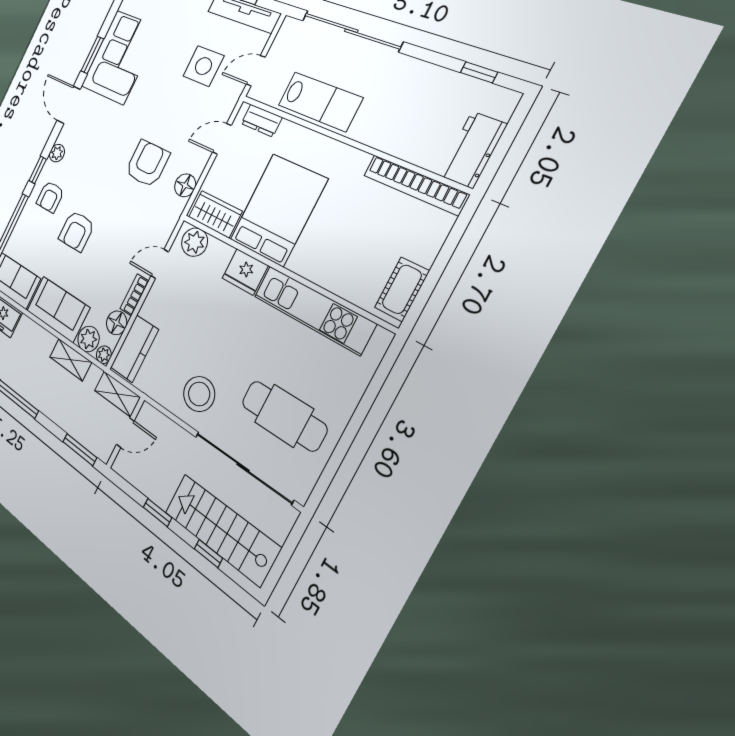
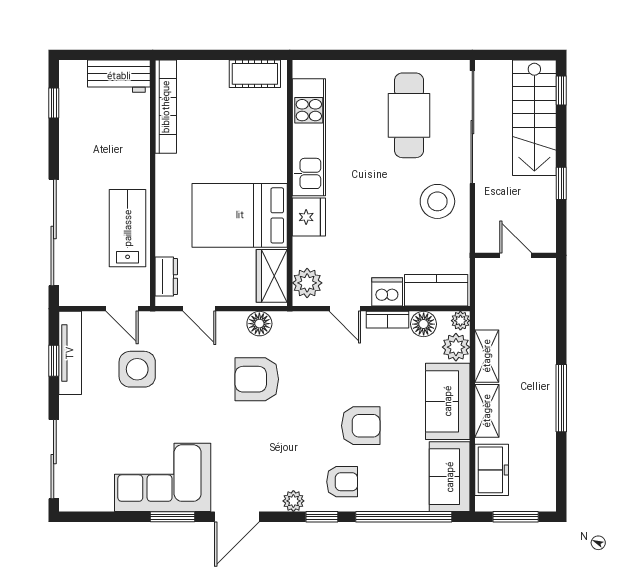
dishwasher: (154, 307) -> (387, 292), added
shelving: (117, 394) -> (487, 411), moved
window: (80, 450) -> (561, 295), removed
window: (208, 553) -> (561, 90), moved

